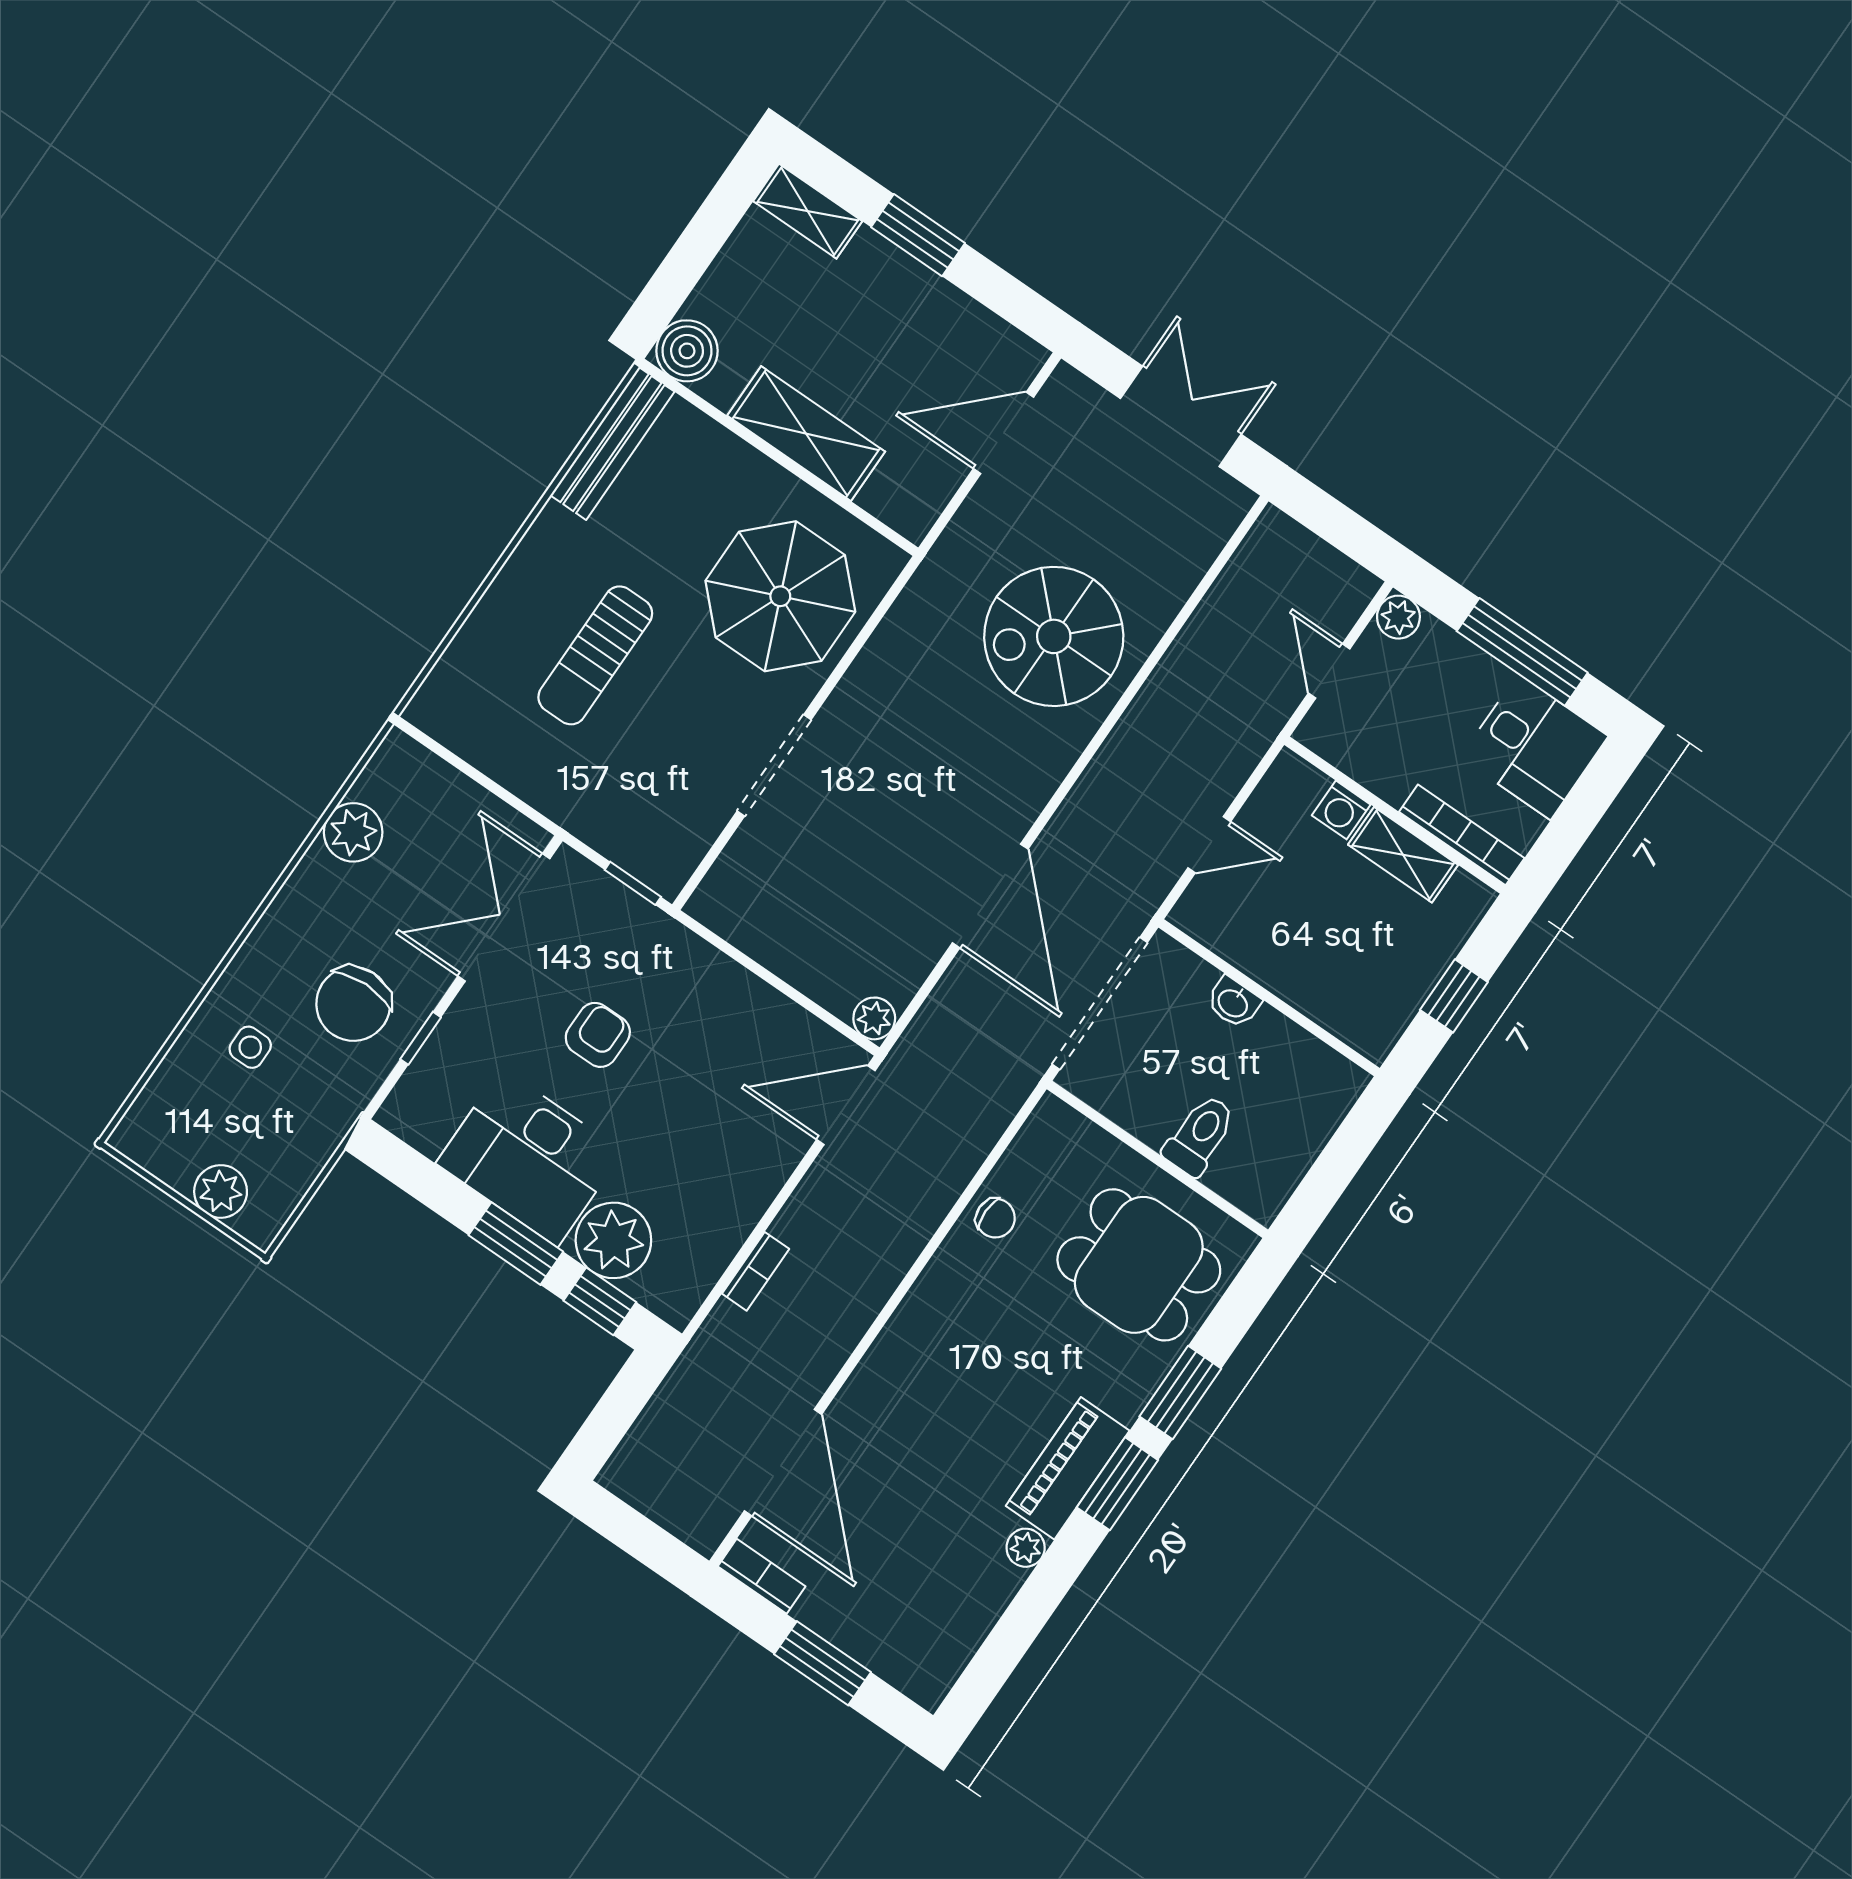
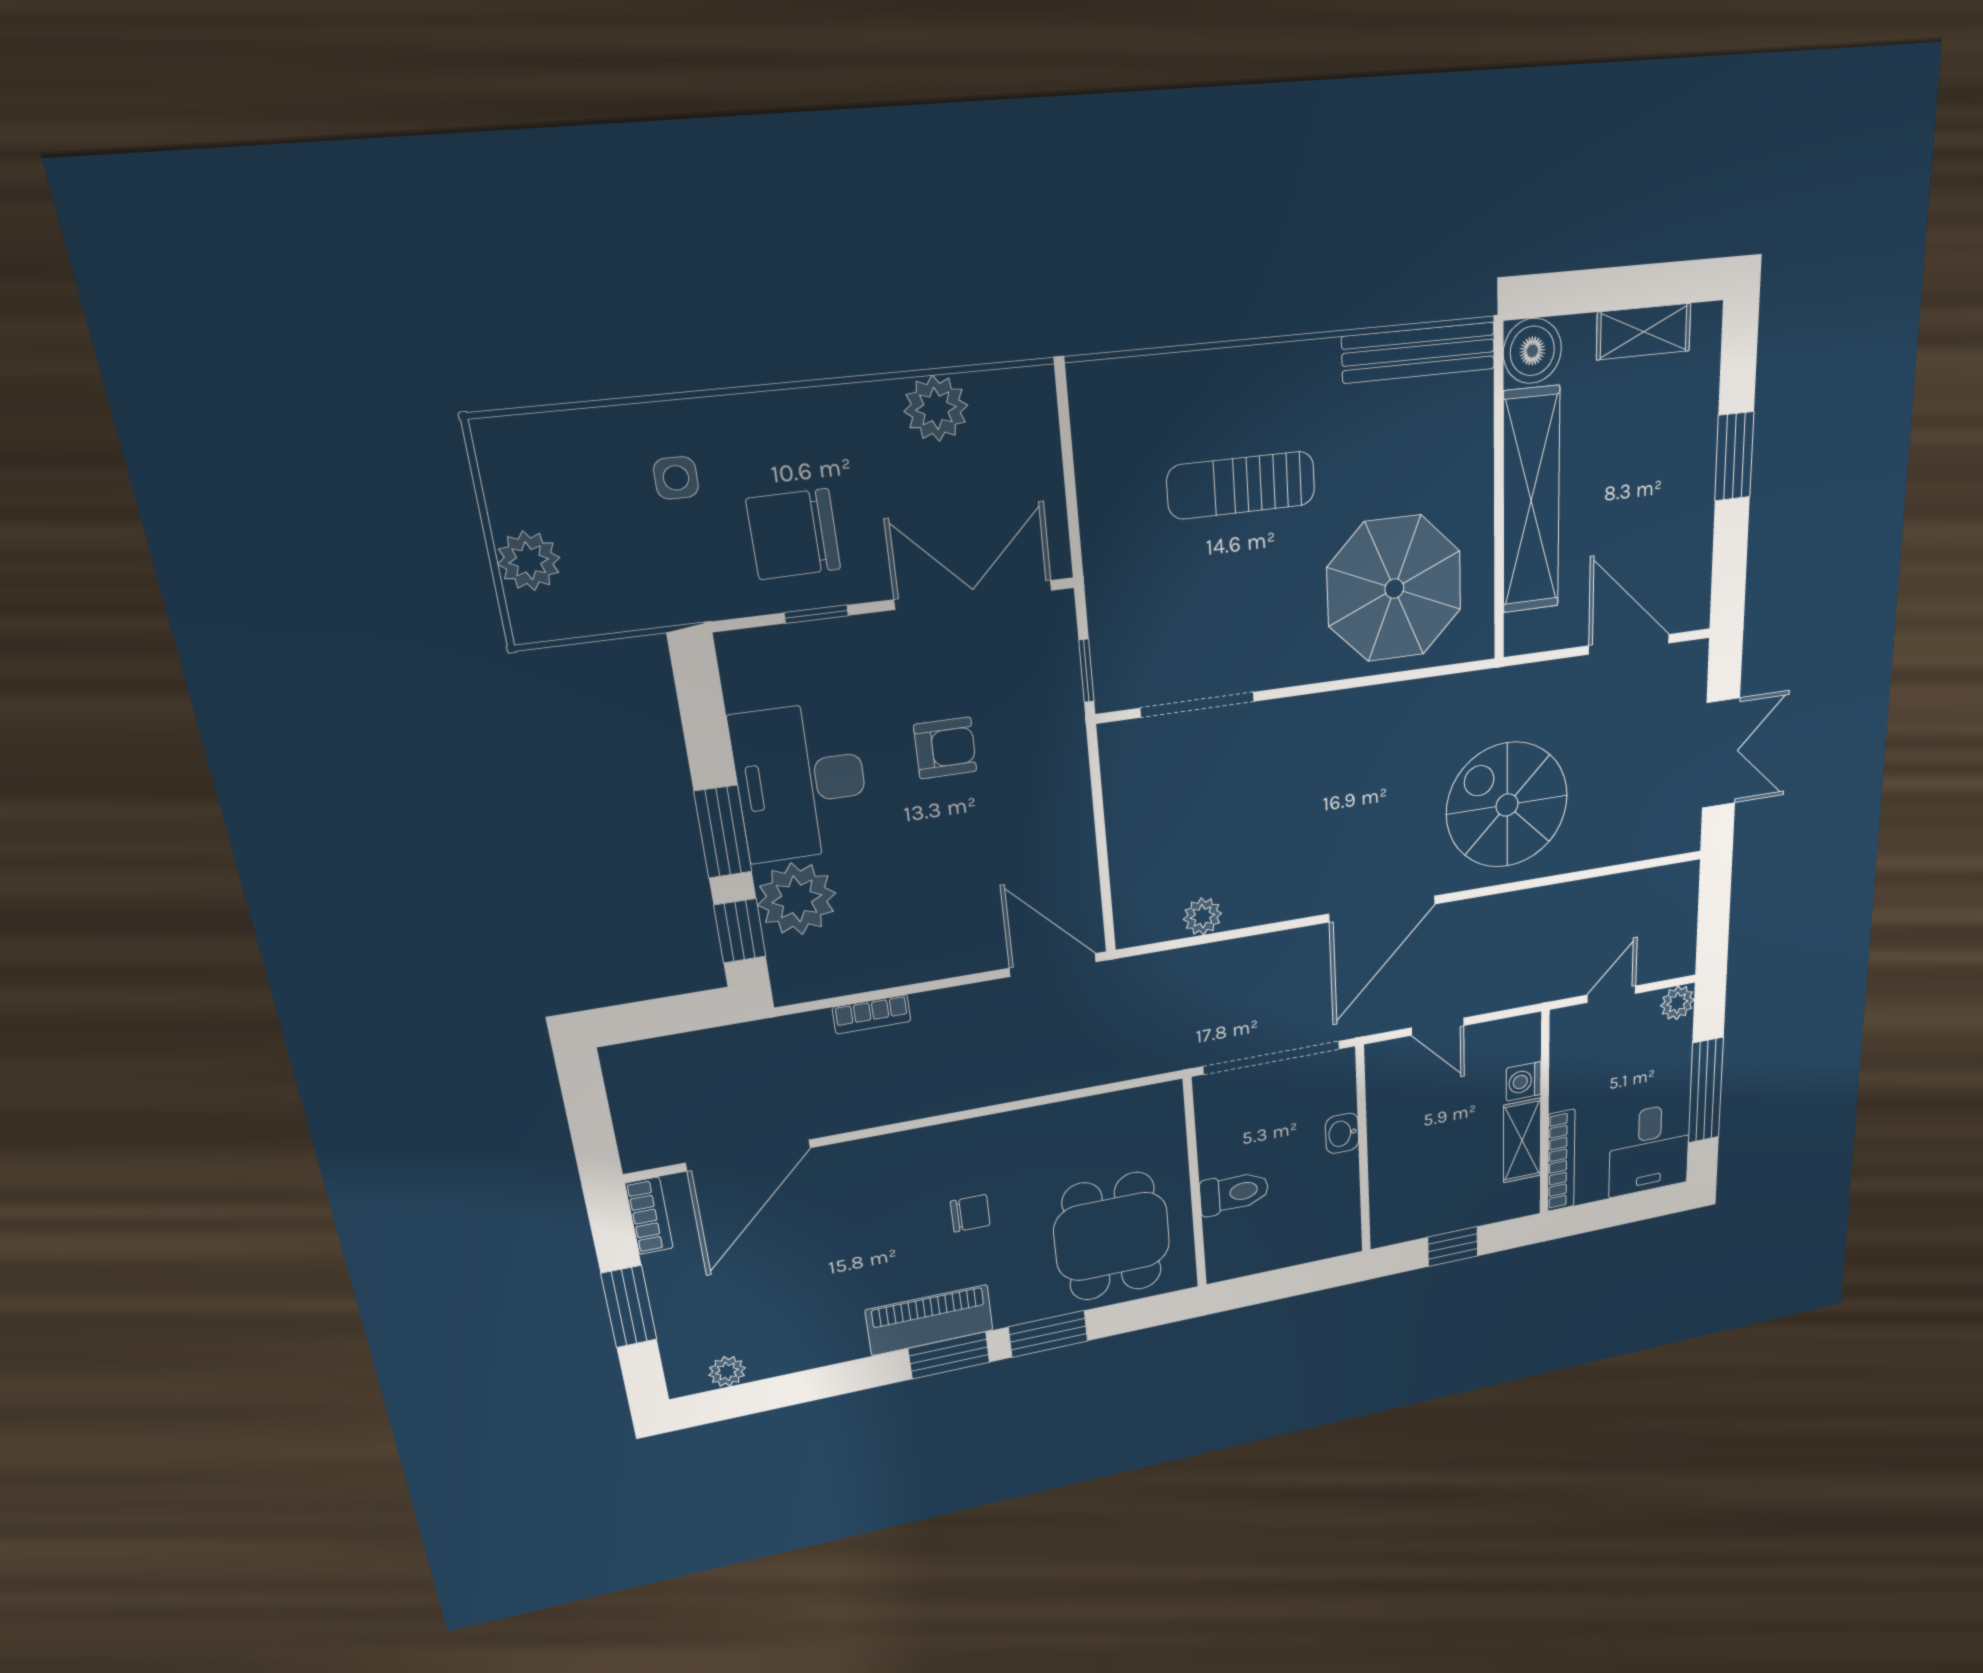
shelving: (808, 211) -> (1644, 332), moved, turned 90
shelving: (806, 434) -> (1531, 501), width x1.47
doorway: (774, 765) -> (1197, 705), moved
door: (990, 896) -> (1382, 909), moved
plant: (874, 1018) -> (1202, 916), moved
chair: (995, 1218) -> (970, 1213), moved, turned -90
plant: (1026, 1548) -> (727, 1371), moved

